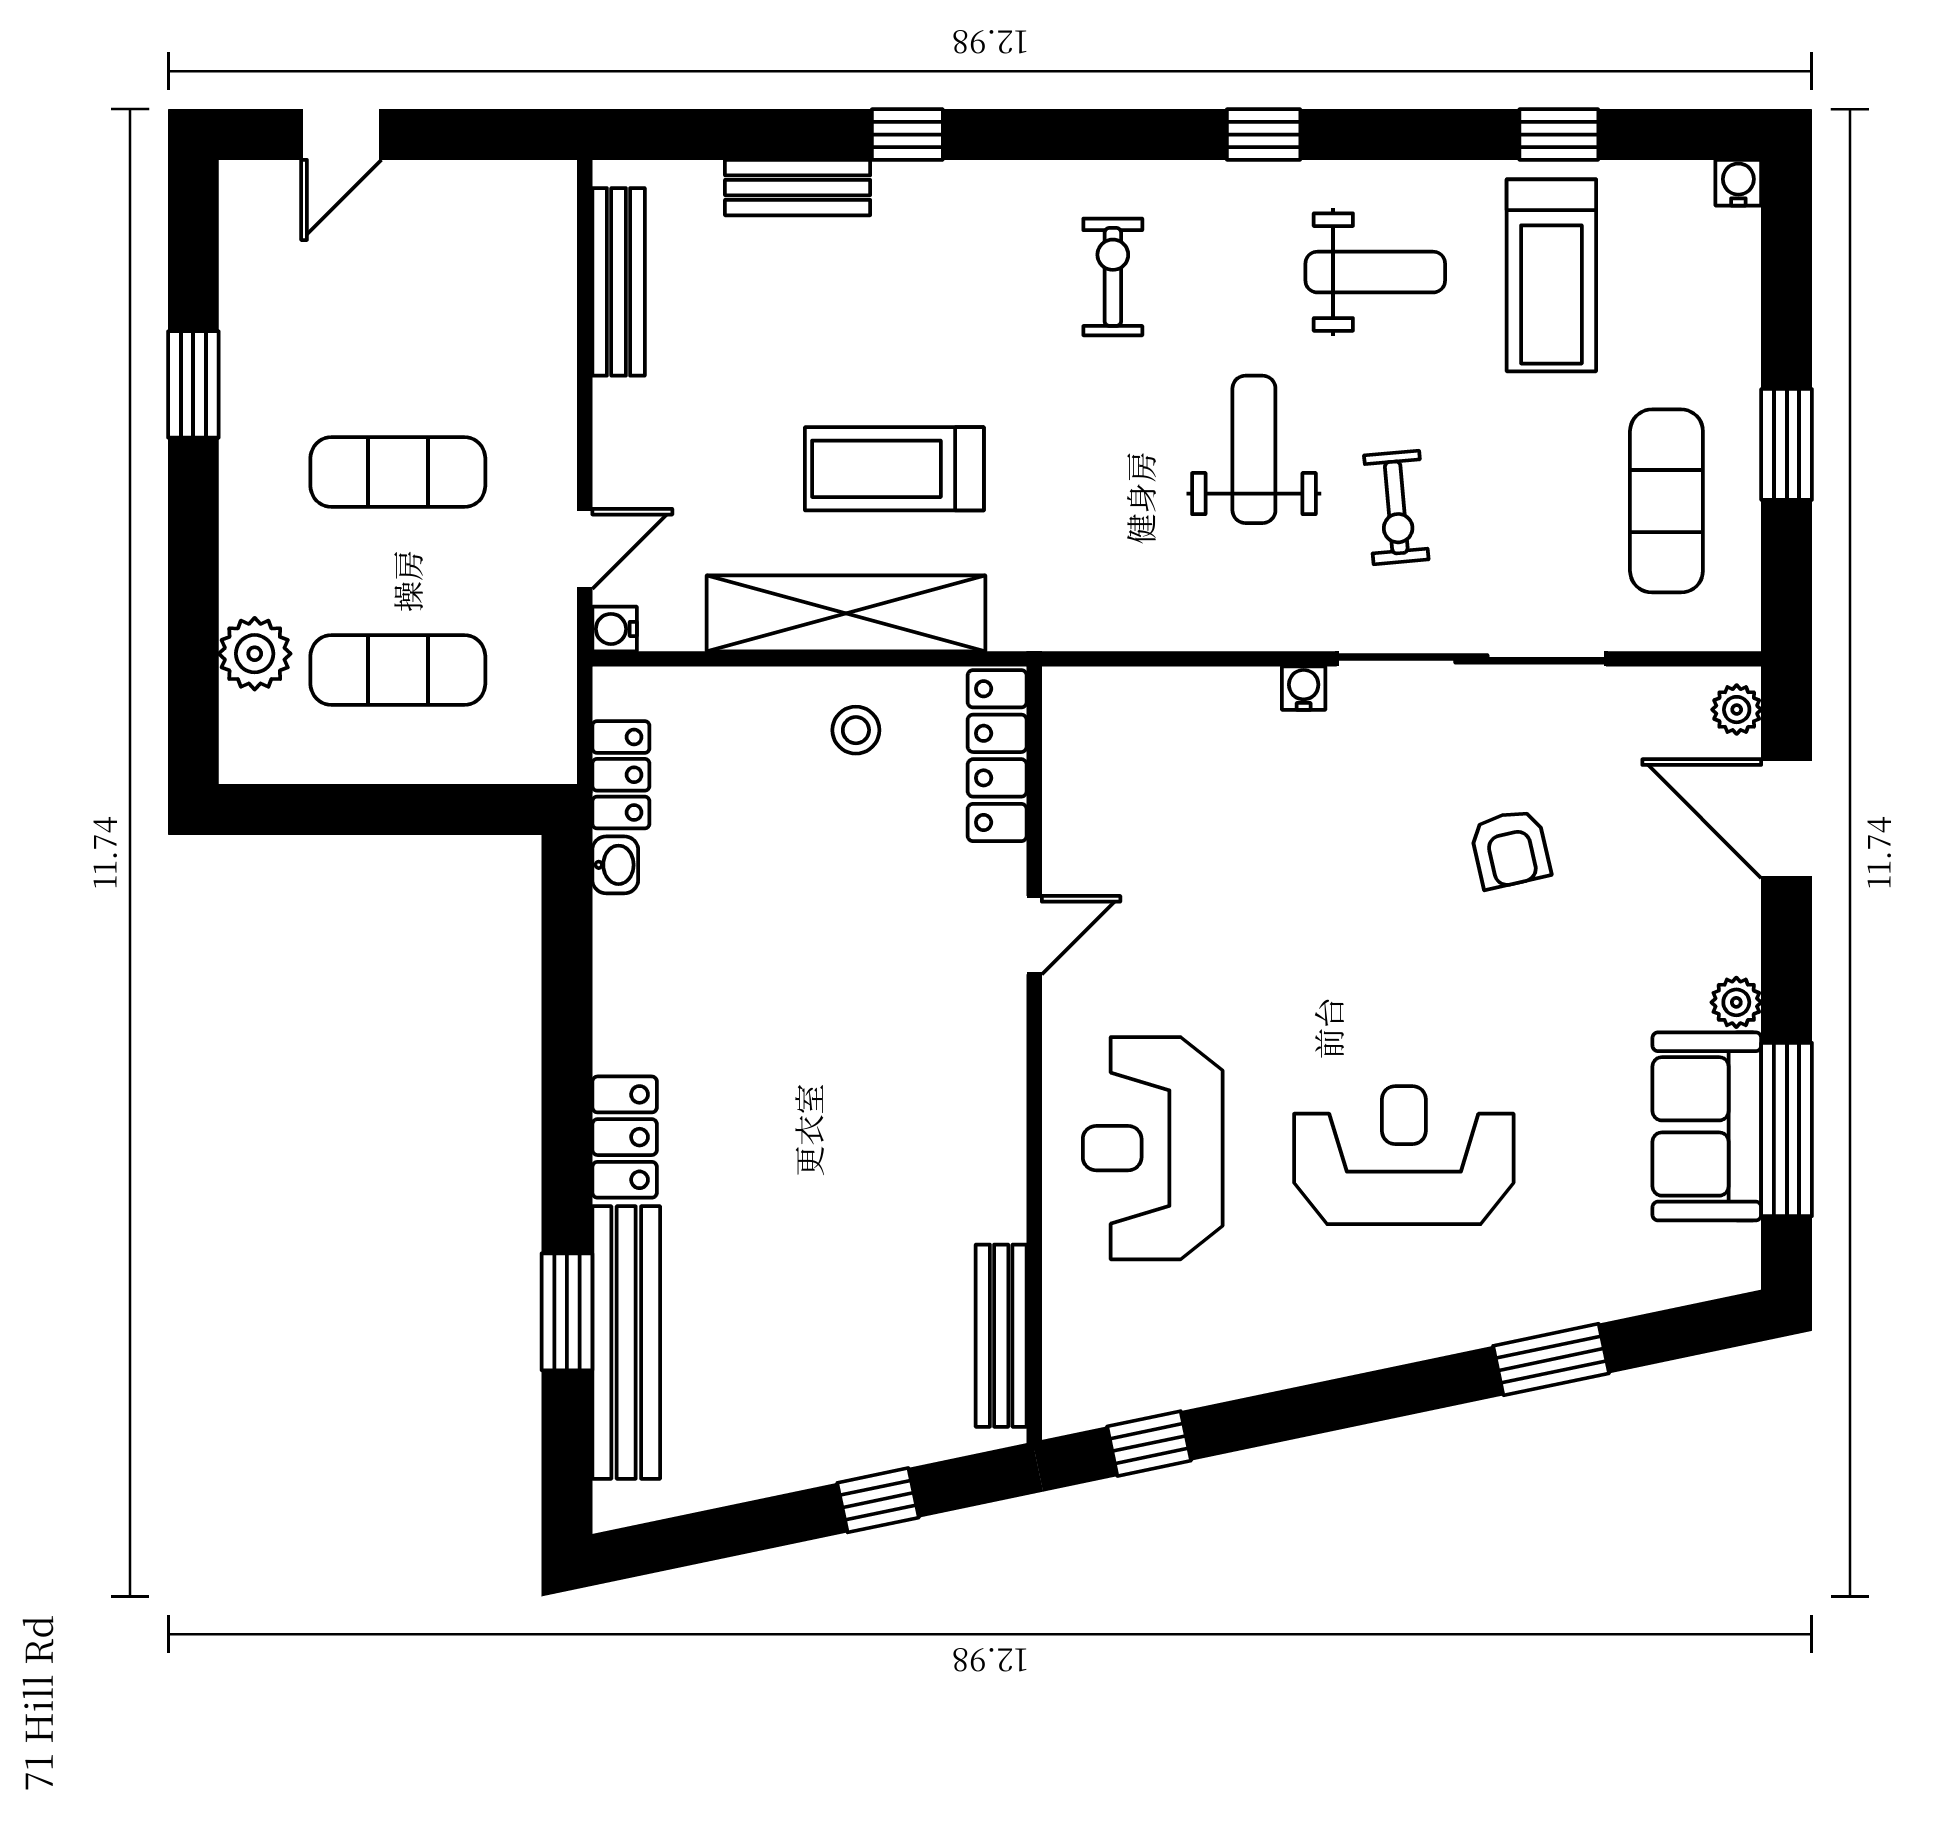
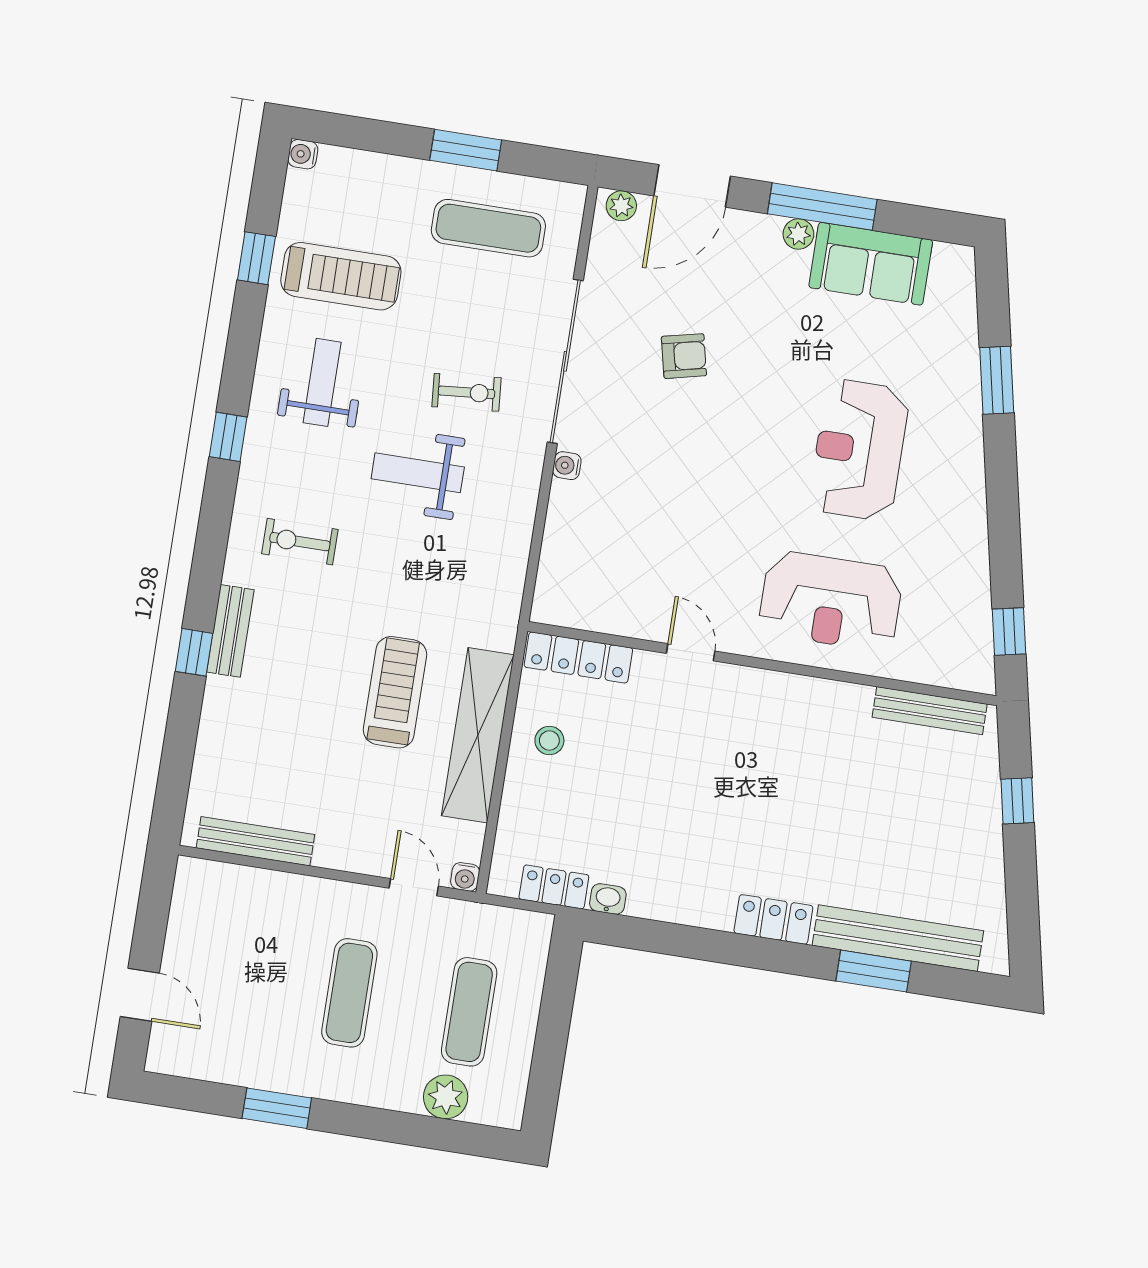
bench: (798, 188) -> (230, 631), moved
treadmill: (894, 469) -> (395, 692), turned 180
window: (1787, 1129) -> (822, 207), moved

